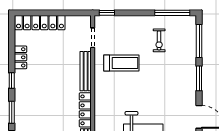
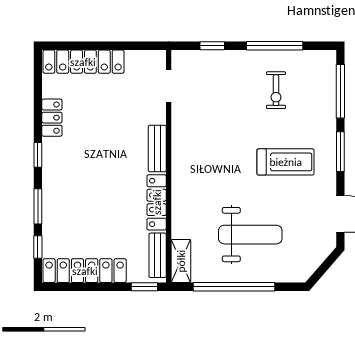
window: (107, 13) -> (212, 46), moved
window: (172, 13) -> (275, 46), moved
treadmill: (121, 63) -> (286, 162), moved
bench: (86, 71) -> (157, 149), width x0.73

